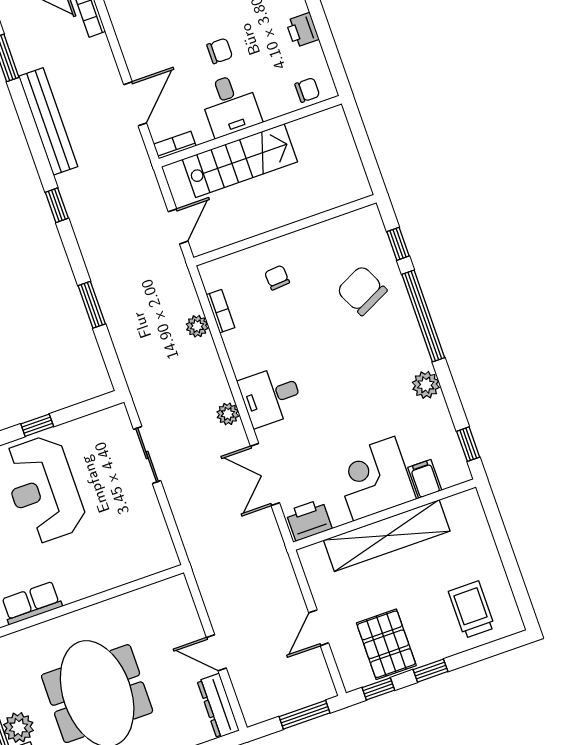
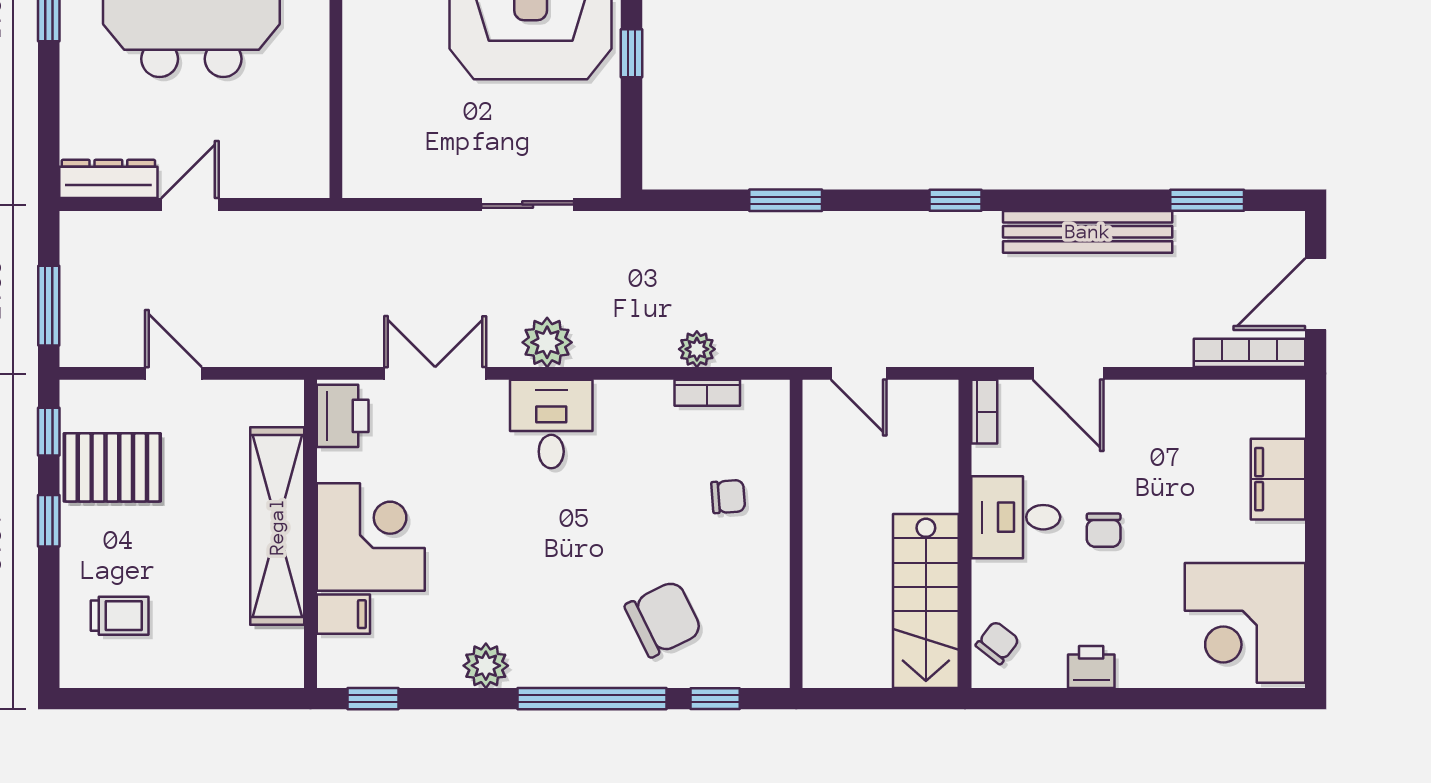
chair: (307, 90) -> (997, 643), turned -142
stairs: (240, 161) -> (926, 601), moved
plant: (228, 414) -> (547, 342), width x1.38, depth x1.38
trolley: (472, 610) -> (120, 616), width x0.73, depth x0.72

